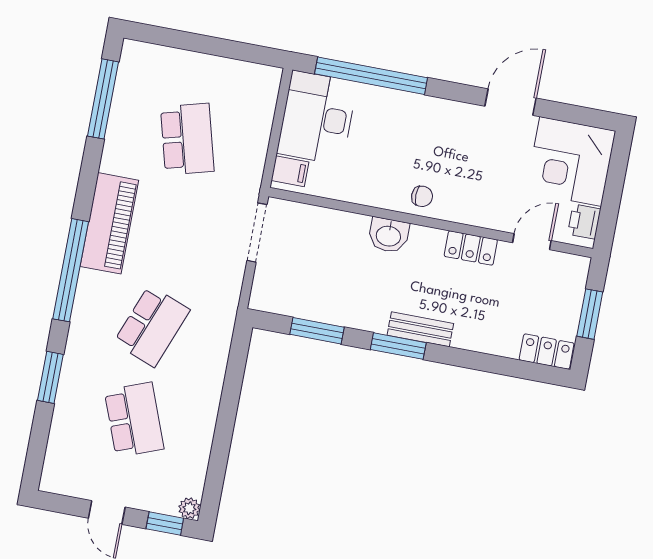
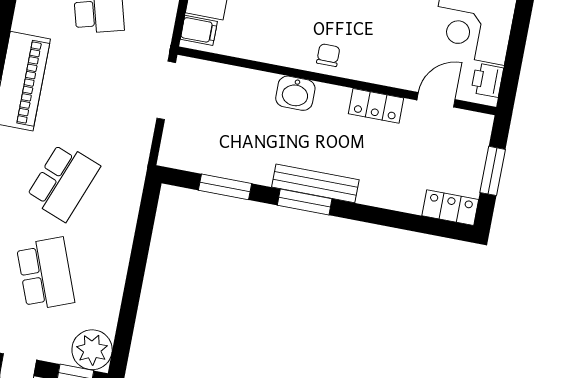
chair: (422, 196) -> (328, 55), turned -90
bench: (420, 329) -> (315, 183), width x1.36
plant: (189, 508) -> (92, 350), width x1.88, depth x1.88

